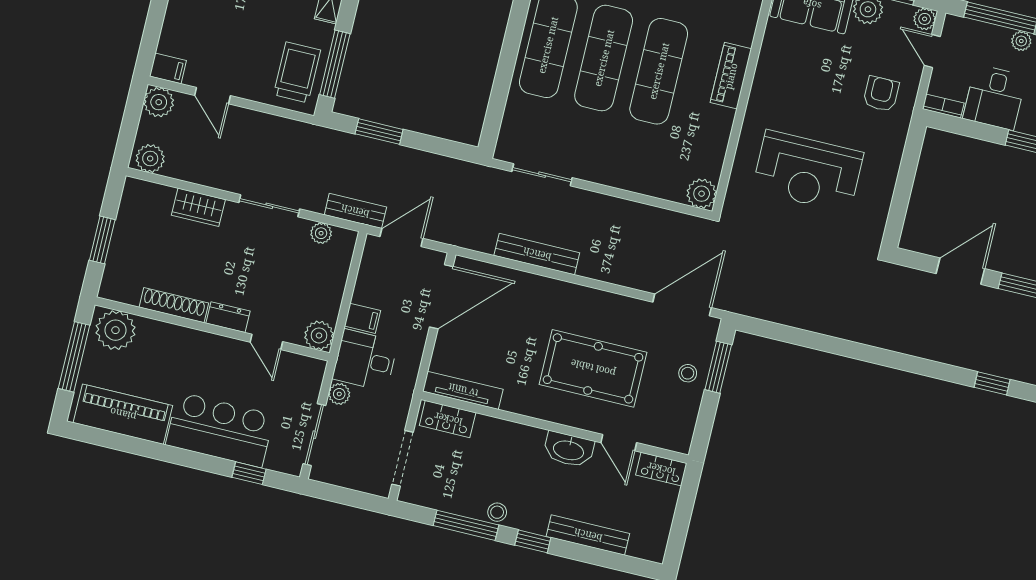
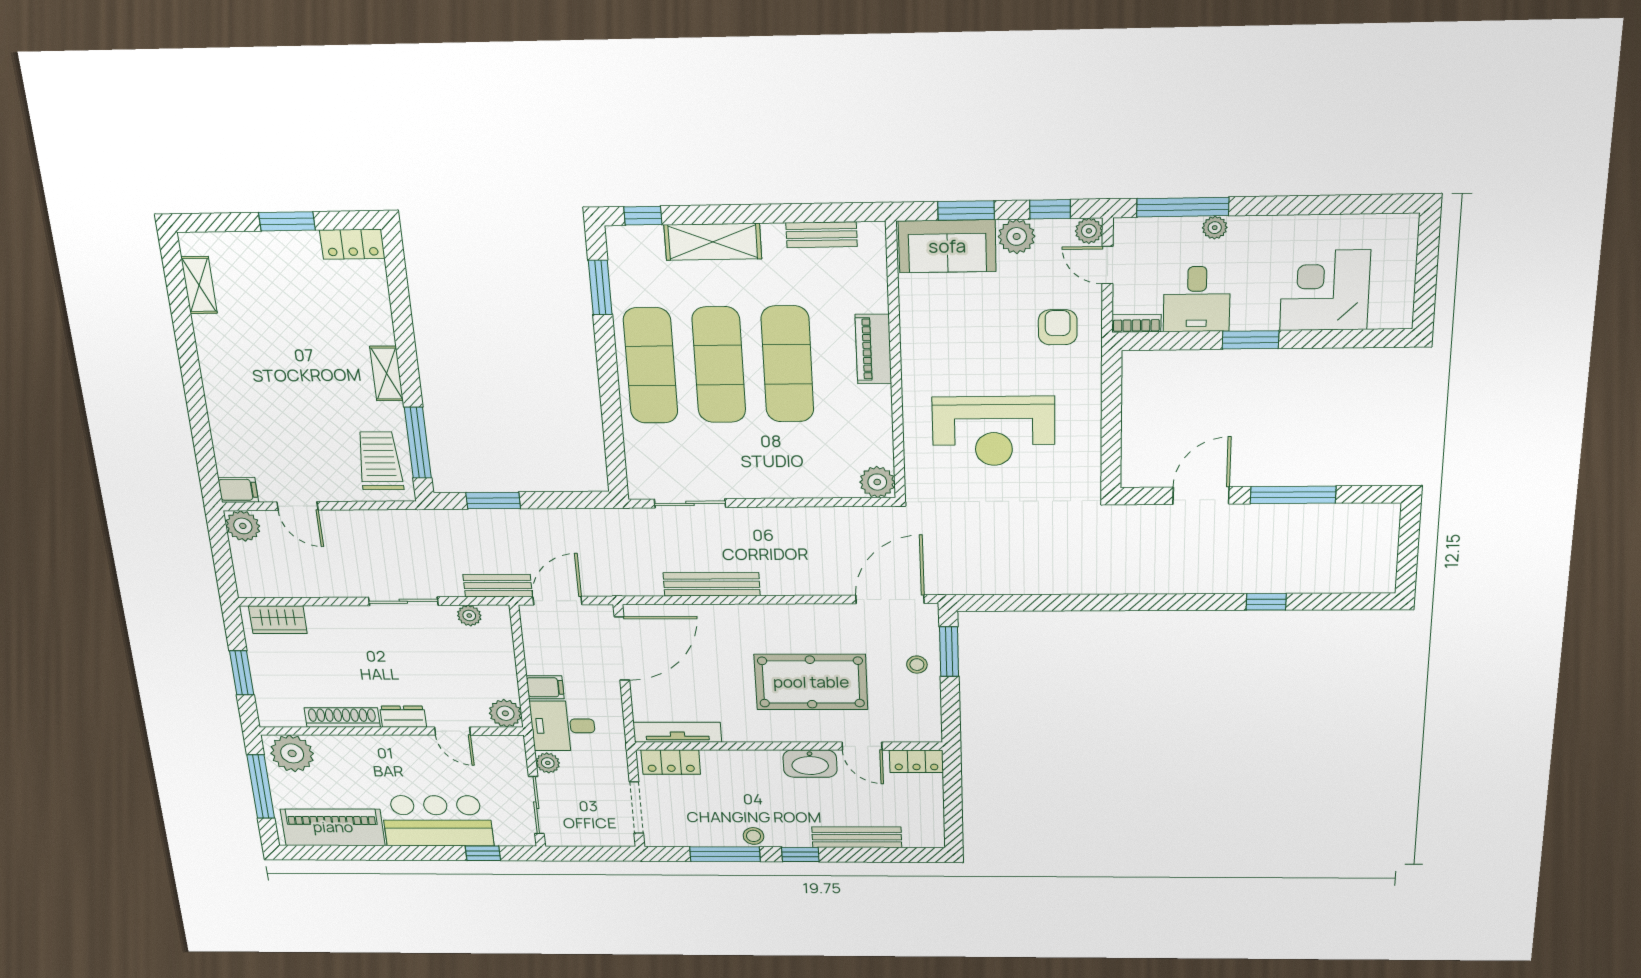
plant: (150, 159) -> (258, 584), removed
wardrobe: (198, 207) -> (278, 620), moved

